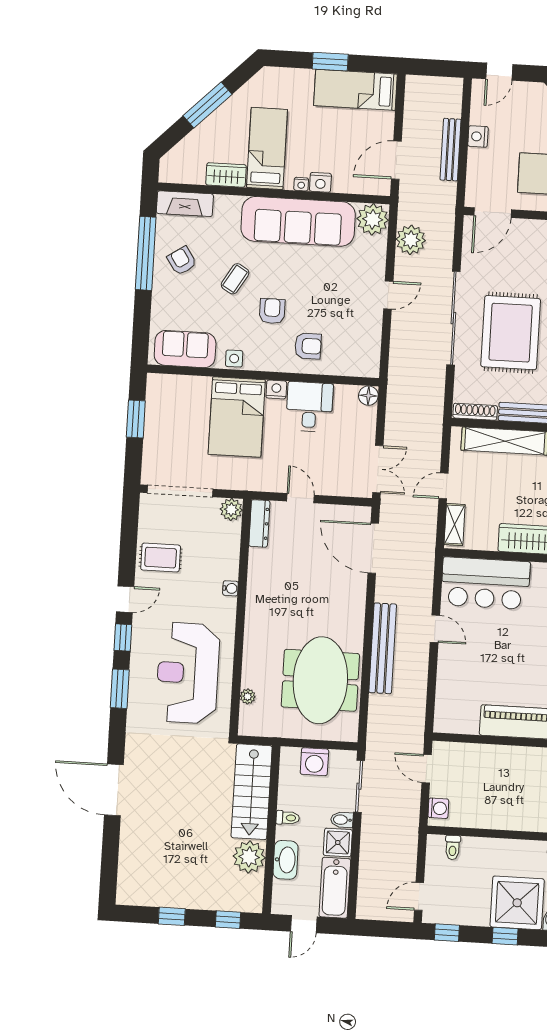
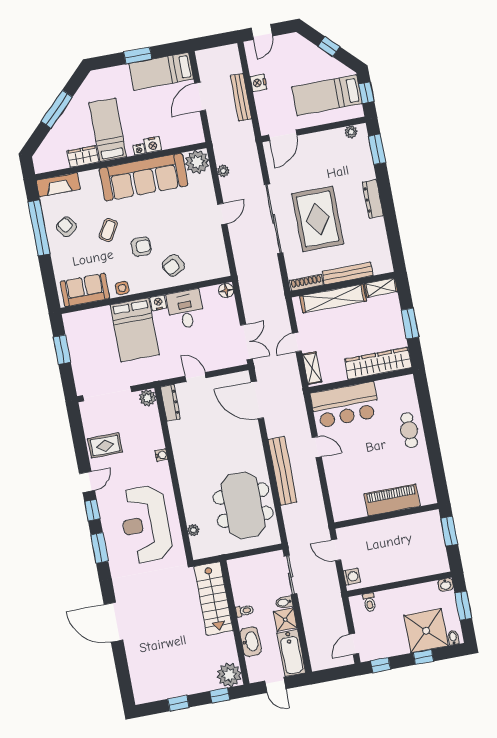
door: (396, 160) -> (200, 97), moved
plant: (411, 240) -> (223, 171), width x0.53, depth x0.53
armchair: (272, 311) -> (141, 247), turned 90
armchair: (308, 346) -> (173, 265), turned 152
washing machine: (314, 762) -> (254, 565), removed
plant: (249, 857) -> (229, 675), moved
door: (304, 924) -> (275, 685), hinge flipped

